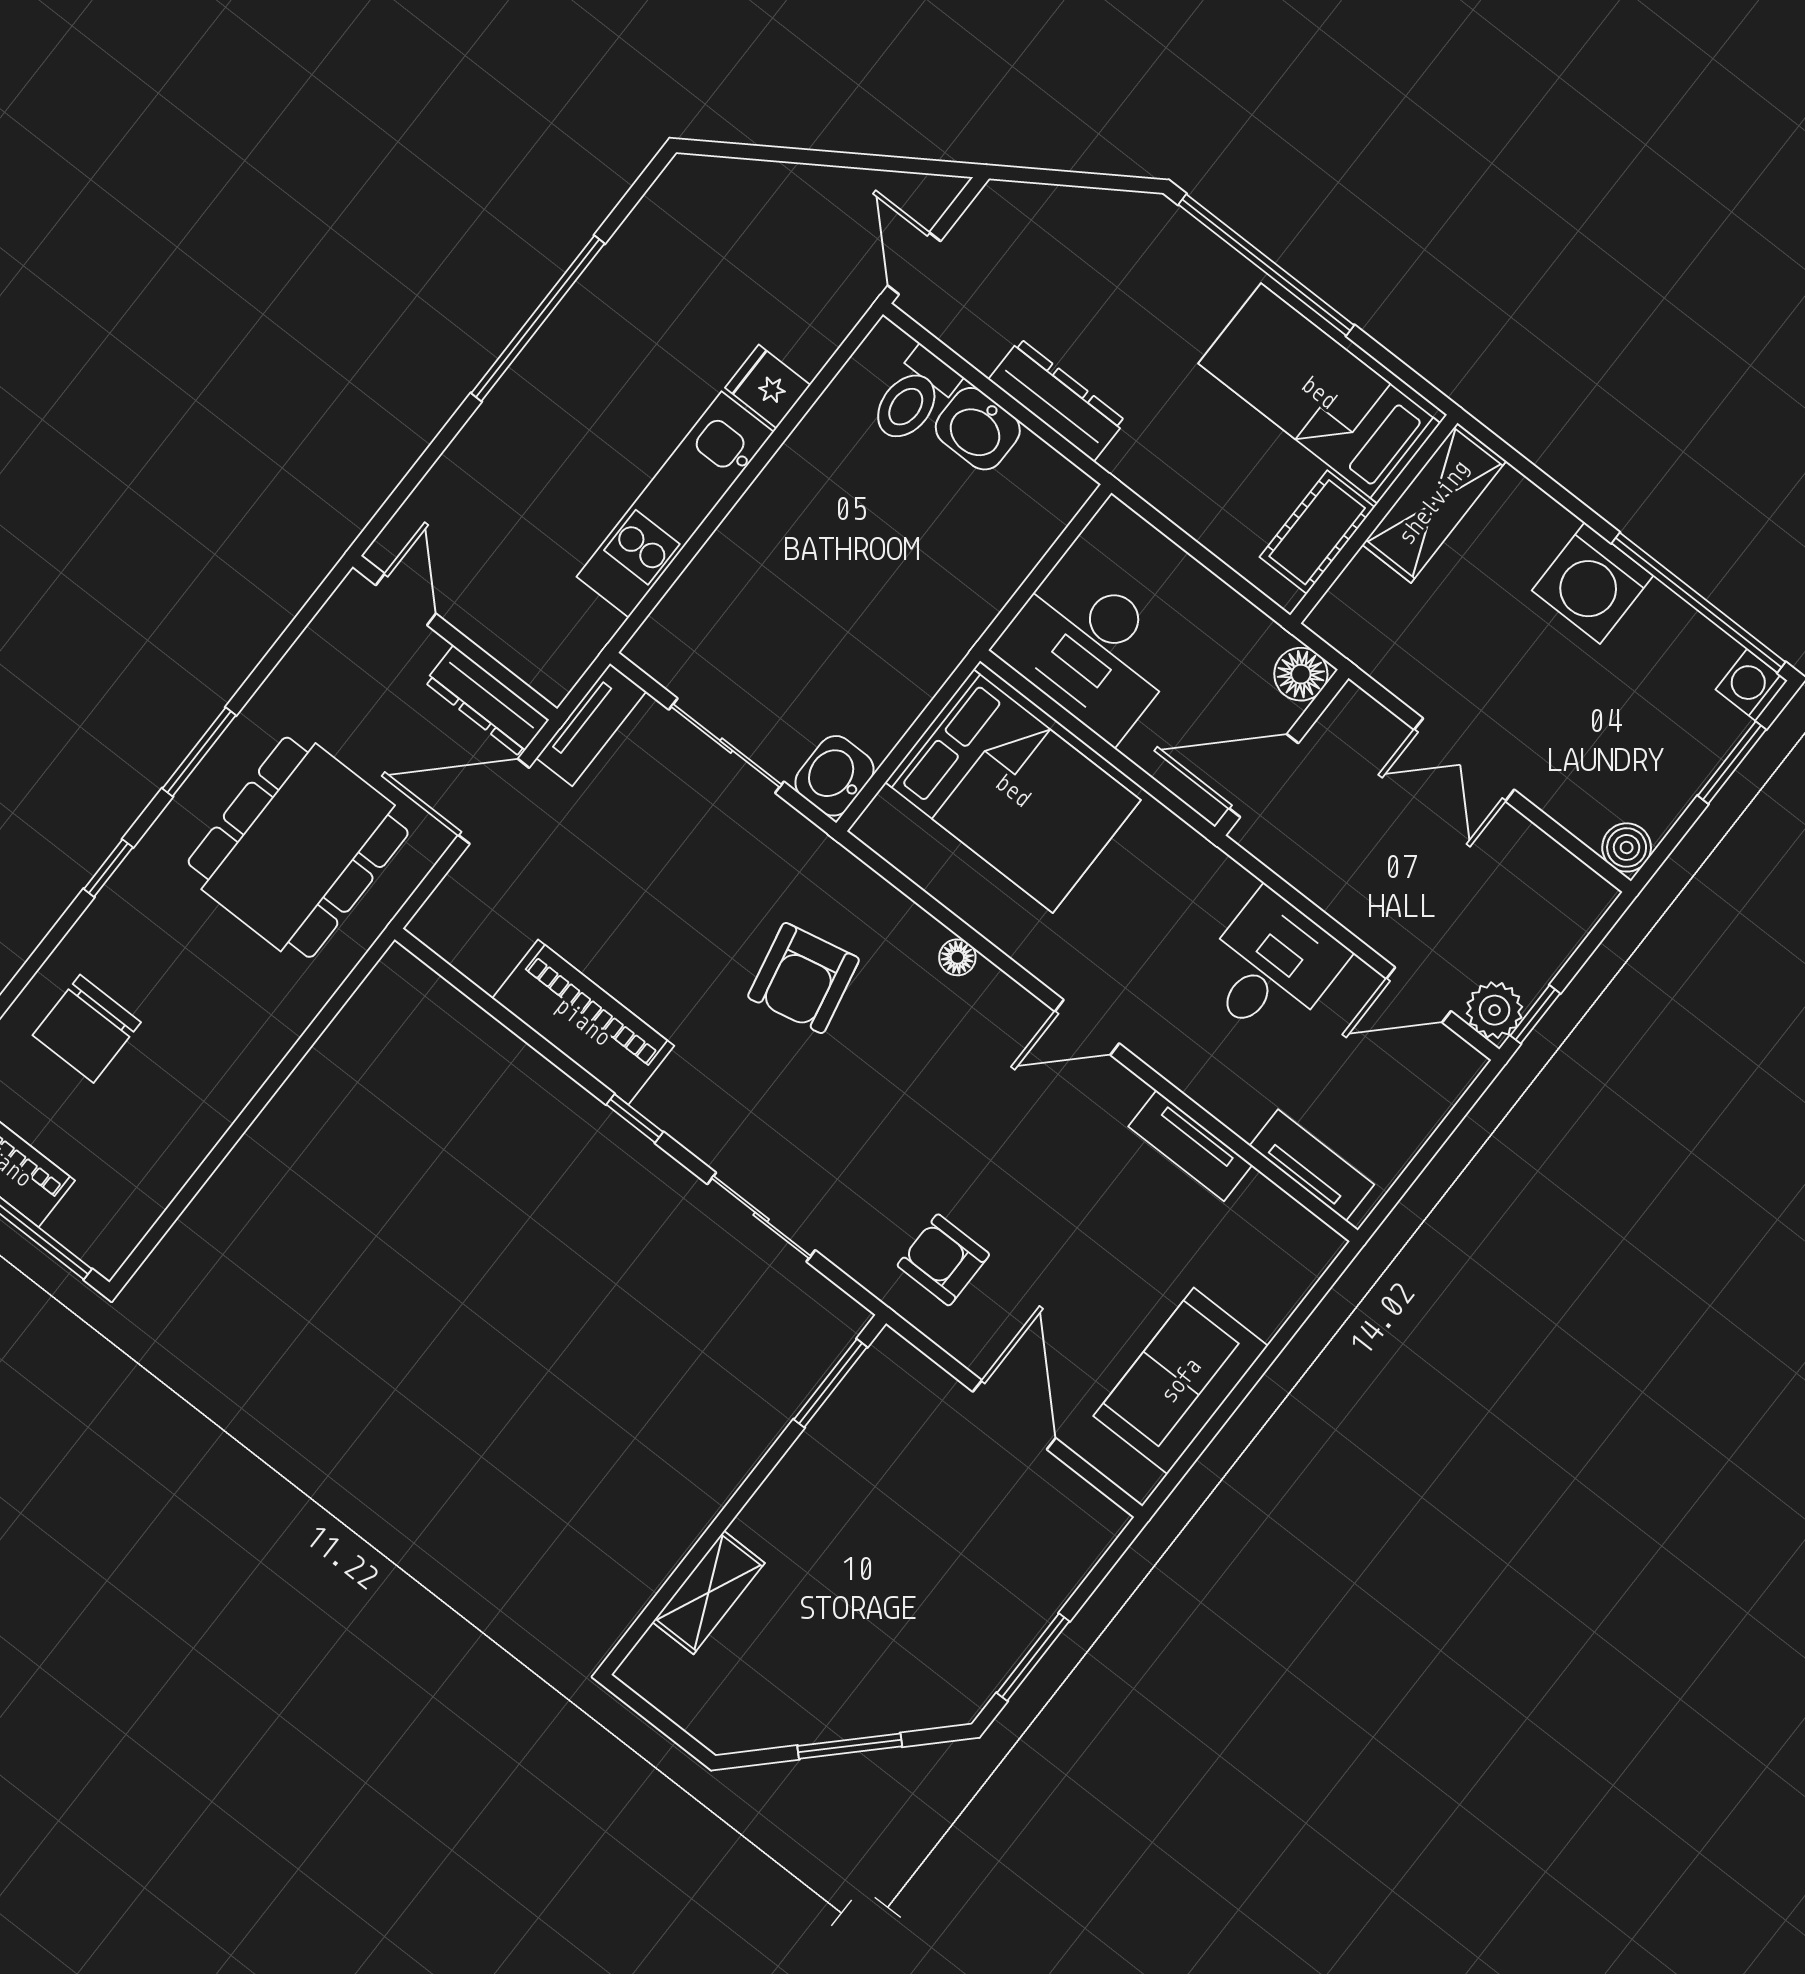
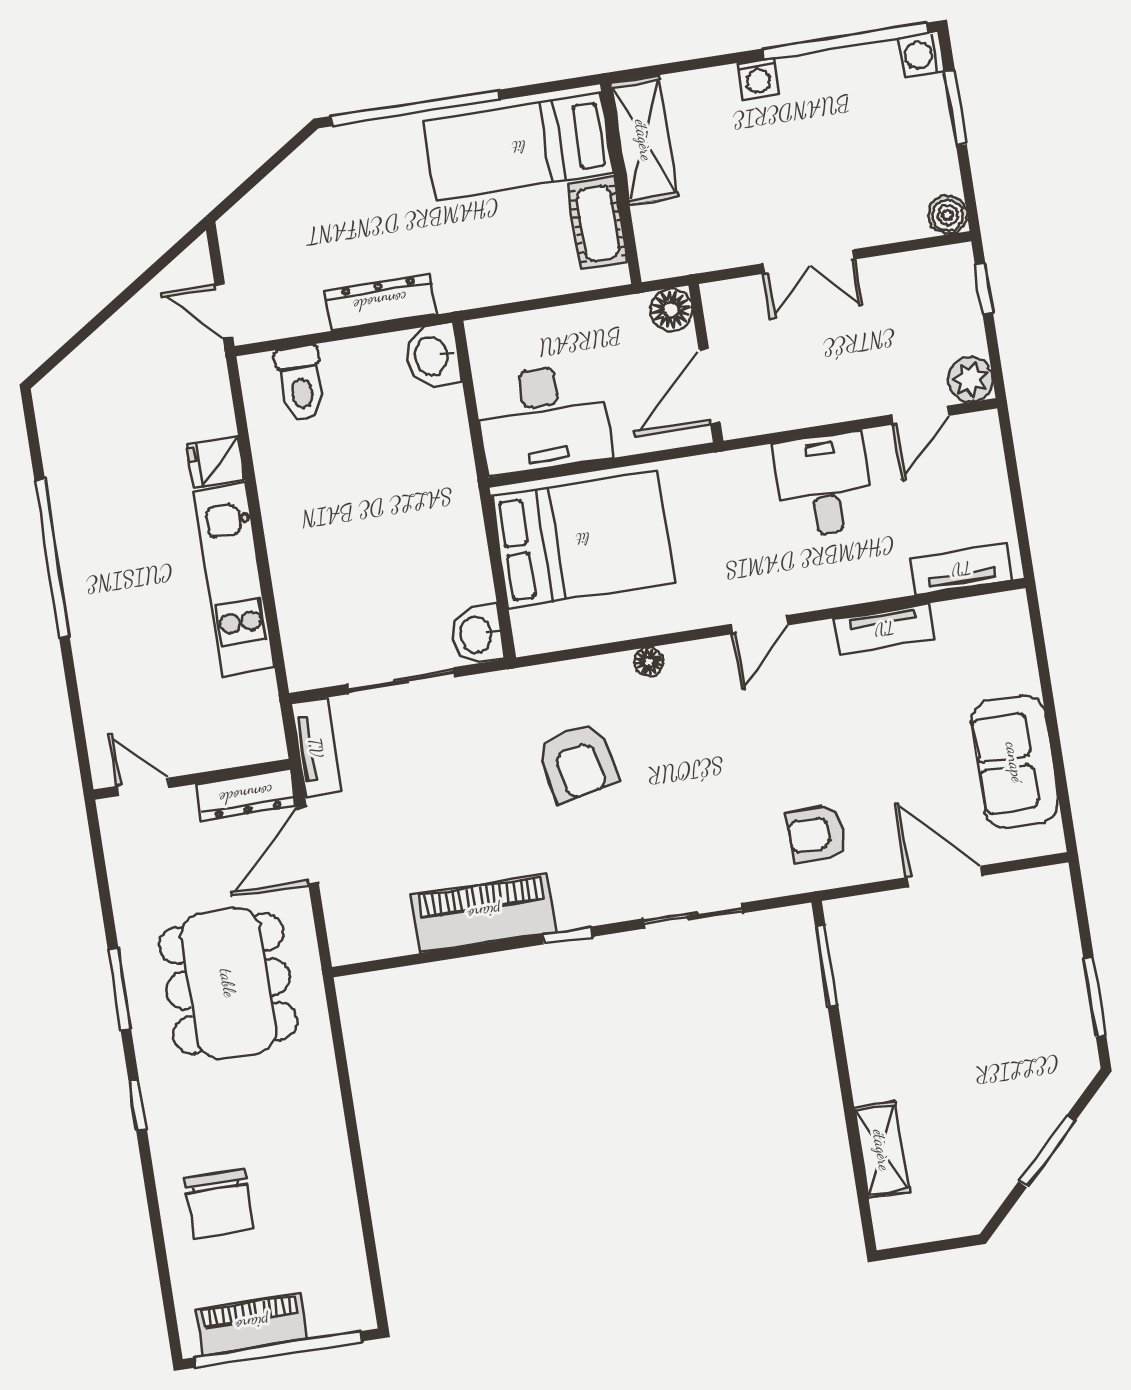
washbasin: (978, 429) -> (432, 356), moved, turned 90
washing machine: (1592, 583) -> (758, 78), width x0.53, depth x0.53
window: (1535, 1014) -> (984, 288), moved

